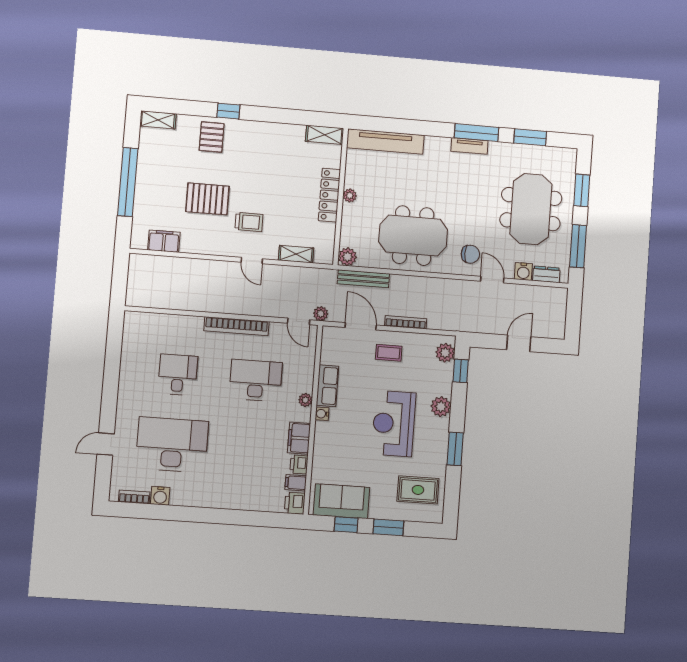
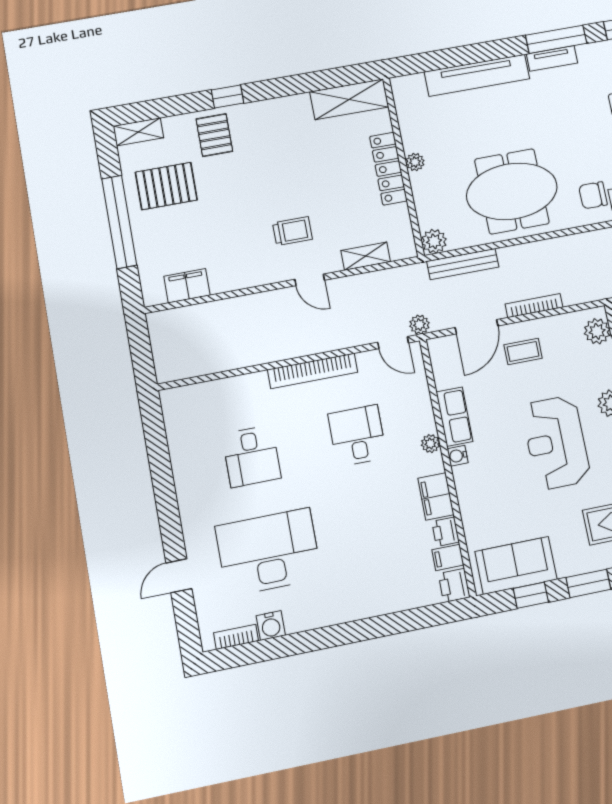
shelving: (325, 135) -> (349, 99), width x1.50, depth x1.33
tv unit: (385, 141) -> (477, 75), moved
pallet: (207, 199) -> (166, 186), moved
chair: (470, 254) -> (593, 195), turned 180
door: (361, 326) -> (477, 327), swing flipped
desk: (178, 375) -> (252, 456), turned 180
desk: (256, 380) -> (357, 436), width x0.73

